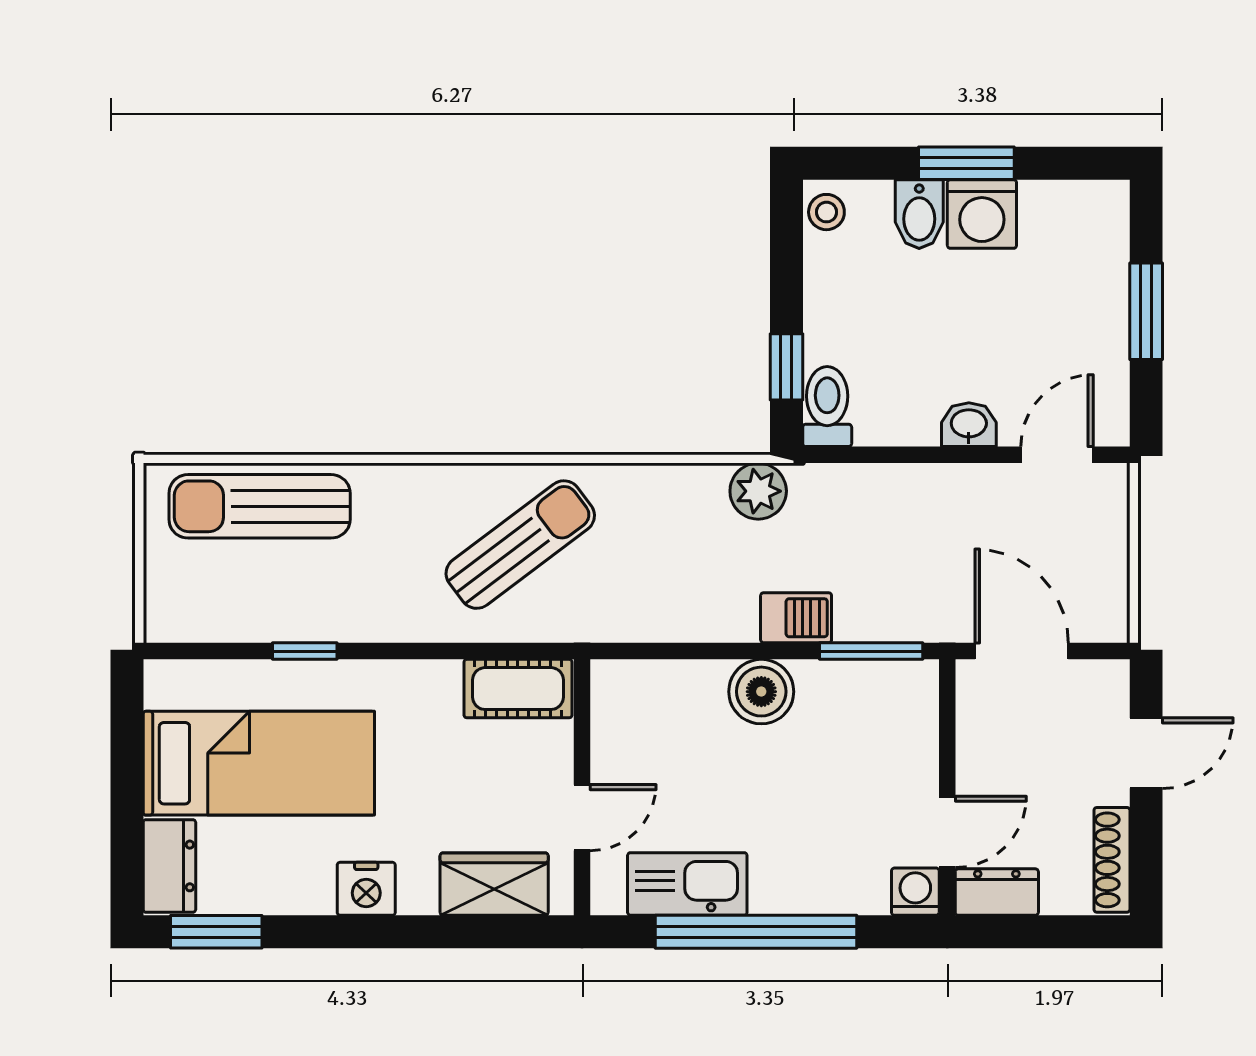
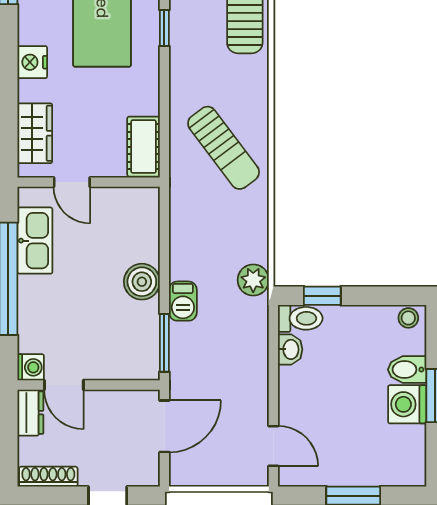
washbasin: (969, 425) -> (290, 349), moved

